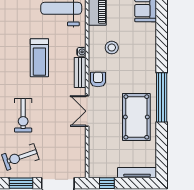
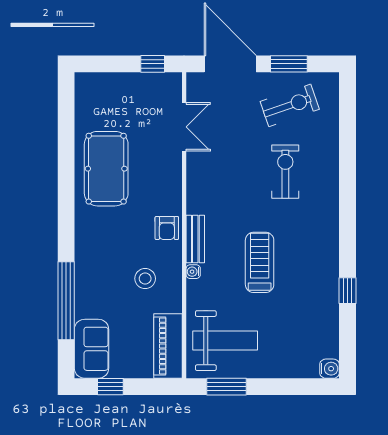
window: (162, 97) -> (66, 301), moved
double door: (87, 111) -> (184, 127), moved
tv unit: (137, 173) -> (105, 80), removed

